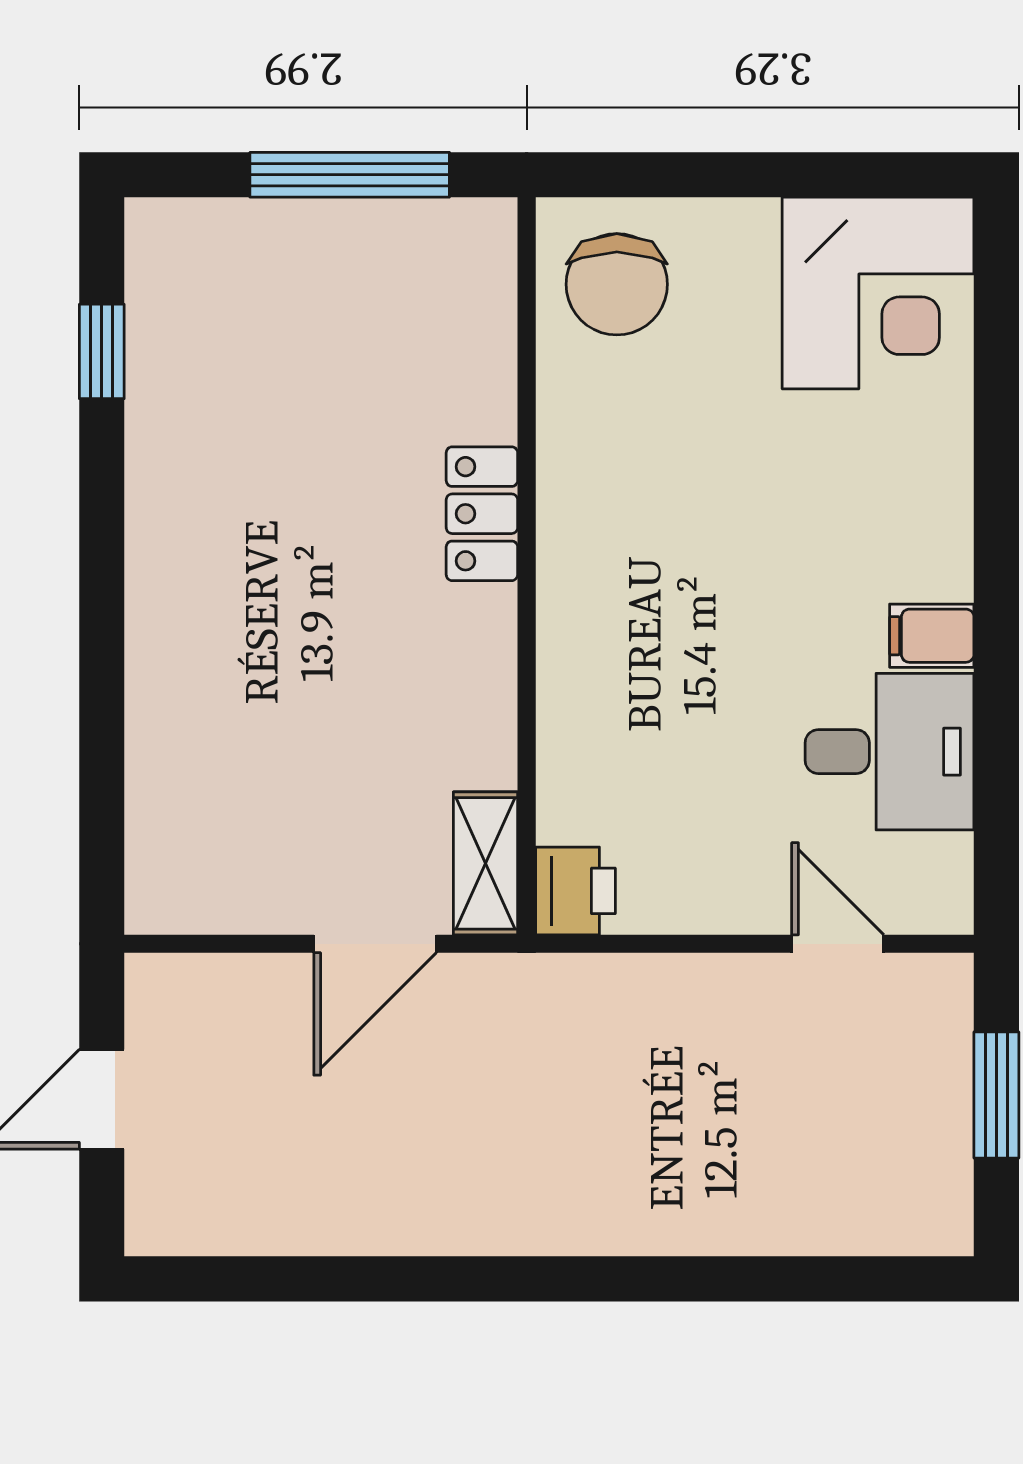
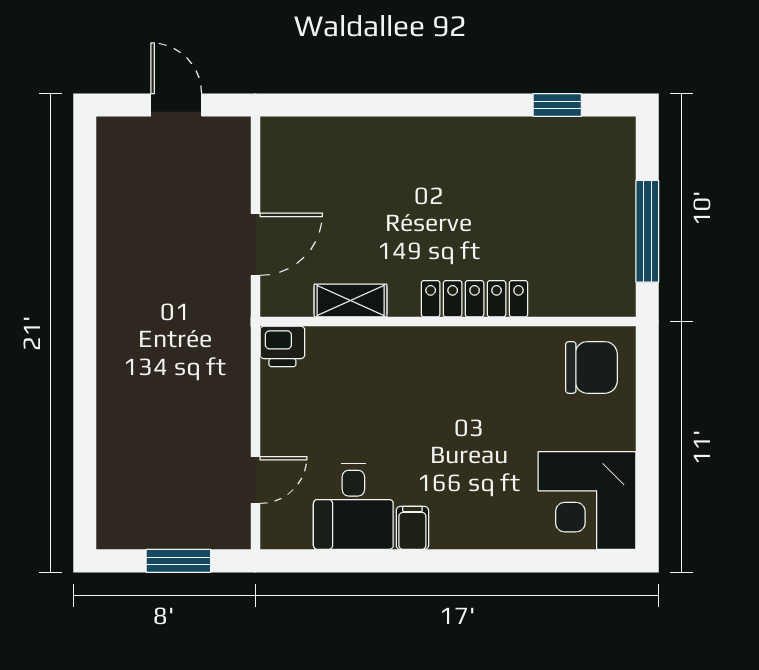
chair: (617, 284) -> (591, 367), turned 180
locker: (482, 514) -> (475, 299), width x1.53
shelving: (485, 863) -> (351, 301), moved
door: (375, 944) -> (255, 244), swing flipped

